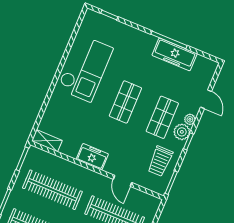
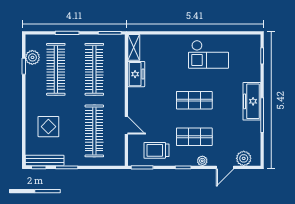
freezer: (175, 54) -> (252, 101), moved
checkout: (85, 68) -> (209, 54), width x0.73, depth x0.83
plant: (182, 132) -> (244, 158), moved
freezer: (92, 157) -> (136, 74), moved
door: (122, 181) -> (126, 125), swing flipped

